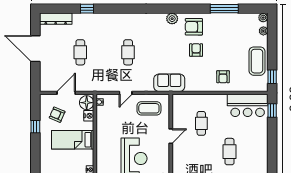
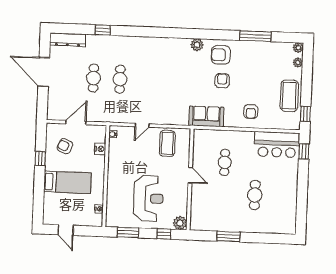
cafe table: (128, 52) -> (120, 79), moved
sofa: (169, 83) -> (206, 116), moved
floor lamp: (87, 103) -> (98, 134), removed
coffee table: (149, 108) -> (167, 143), turned 90
door: (171, 136) -> (190, 175), hinge flipped
bed: (73, 140) -> (67, 182), moved, turned 180

